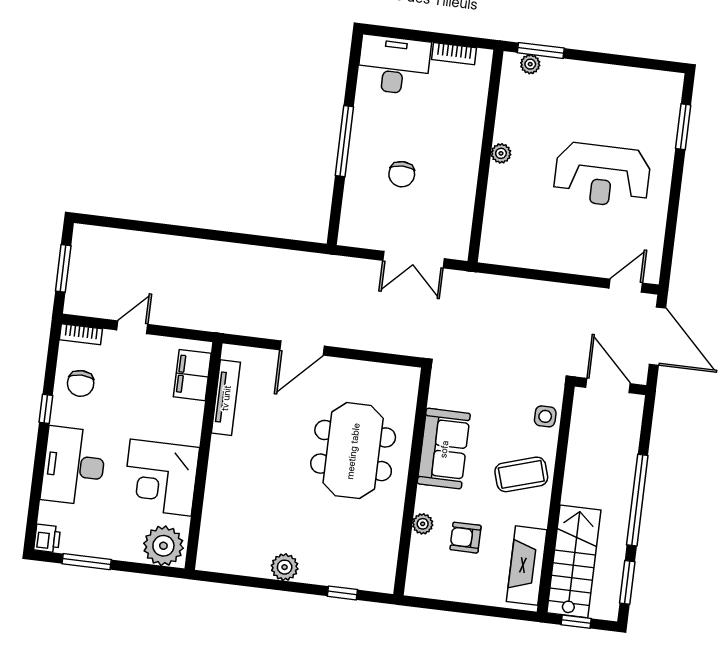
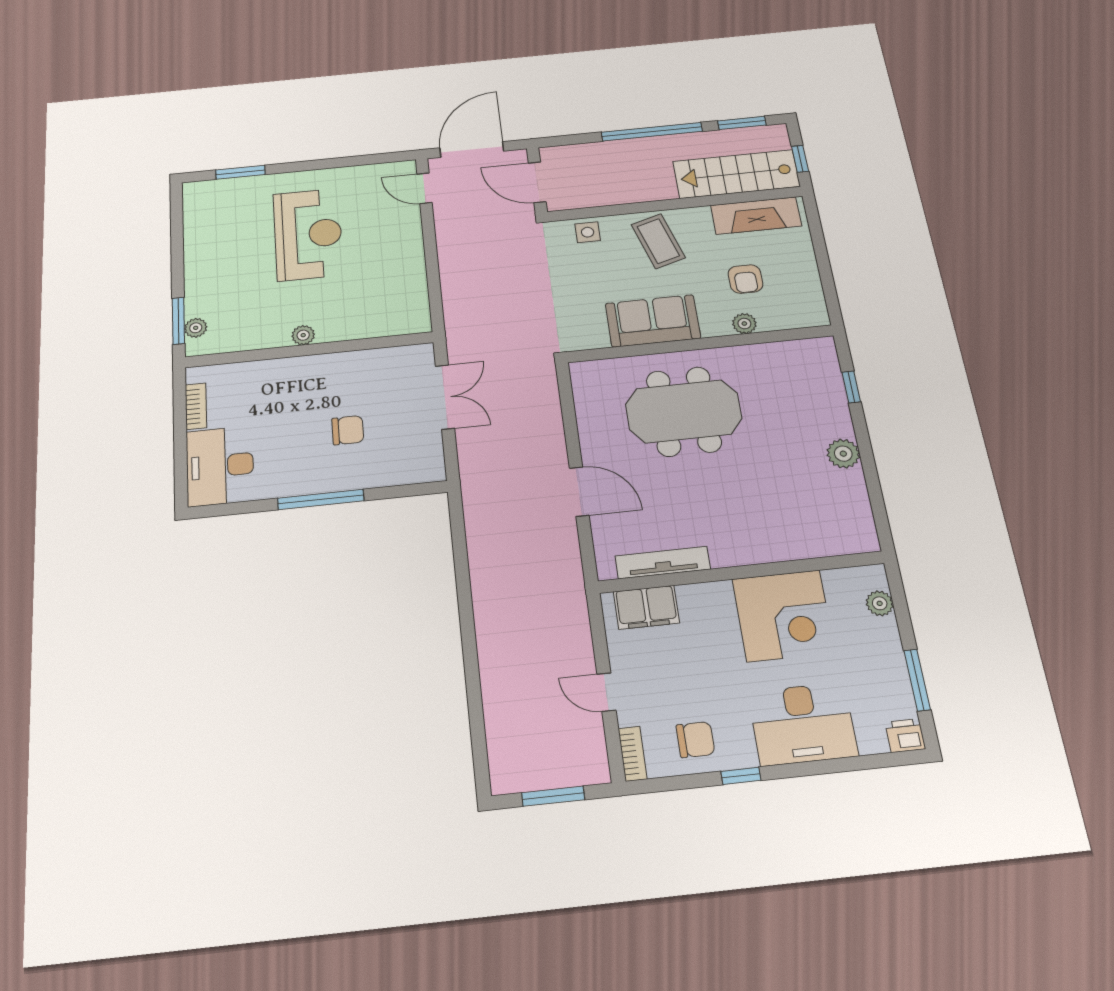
door: (608, 386) -> (537, 182), hinge flipped
plant: (163, 546) -> (880, 603), width x0.53, depth x0.53

